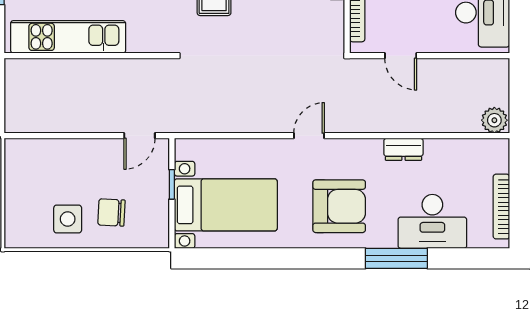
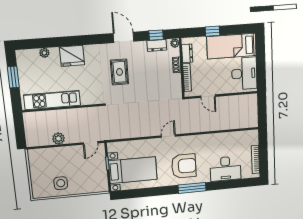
plant: (494, 120) -> (58, 139), moved
dresser: (403, 149) -> (211, 138), removed
chair: (111, 212) -> (81, 178), removed
window: (396, 258) -> (192, 188), moved

